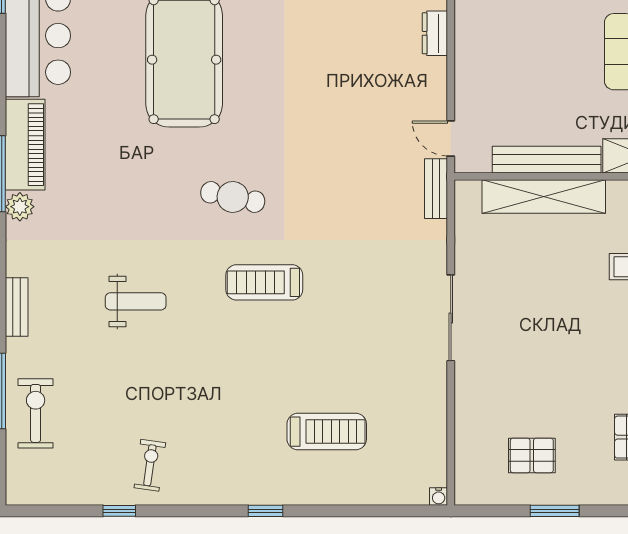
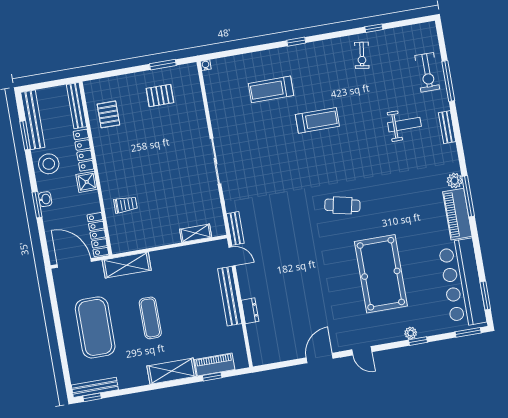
bench: (547, 160) -> (230, 296), moved, turned 90
shelving: (544, 196) -> (196, 233), width x0.45, depth x0.75
treadmill: (264, 282) -> (317, 120), moved
weight bench: (136, 301) -> (404, 125), moved, turned 180
window: (555, 511) -> (163, 65), moved

